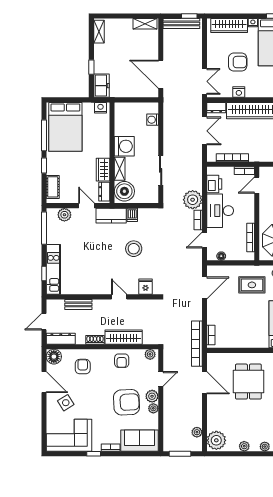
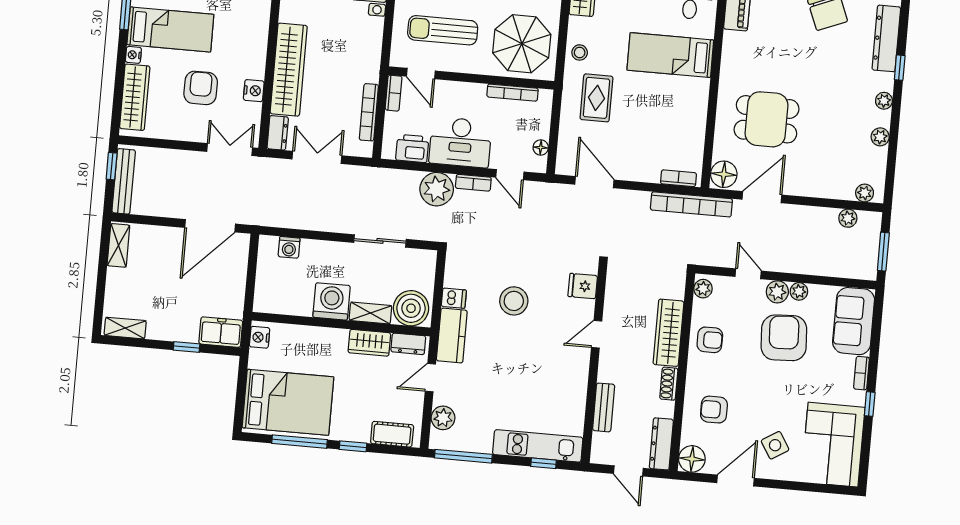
floor lamp: (215, 360) -> (724, 174), added
plant: (216, 440) -> (865, 193), width x0.53, depth x0.53

